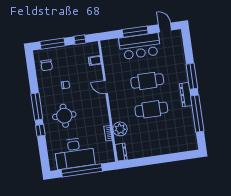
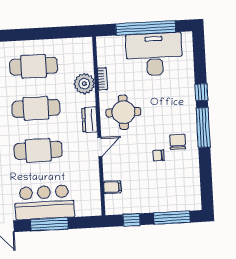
chair: (47, 65) -> (178, 142), moved
door: (106, 87) -> (100, 147), hinge flipped
round table: (64, 116) -> (123, 112), moved
cafe table: (155, 138) -> (34, 66), added
dresser: (121, 152) -> (90, 120), moved

